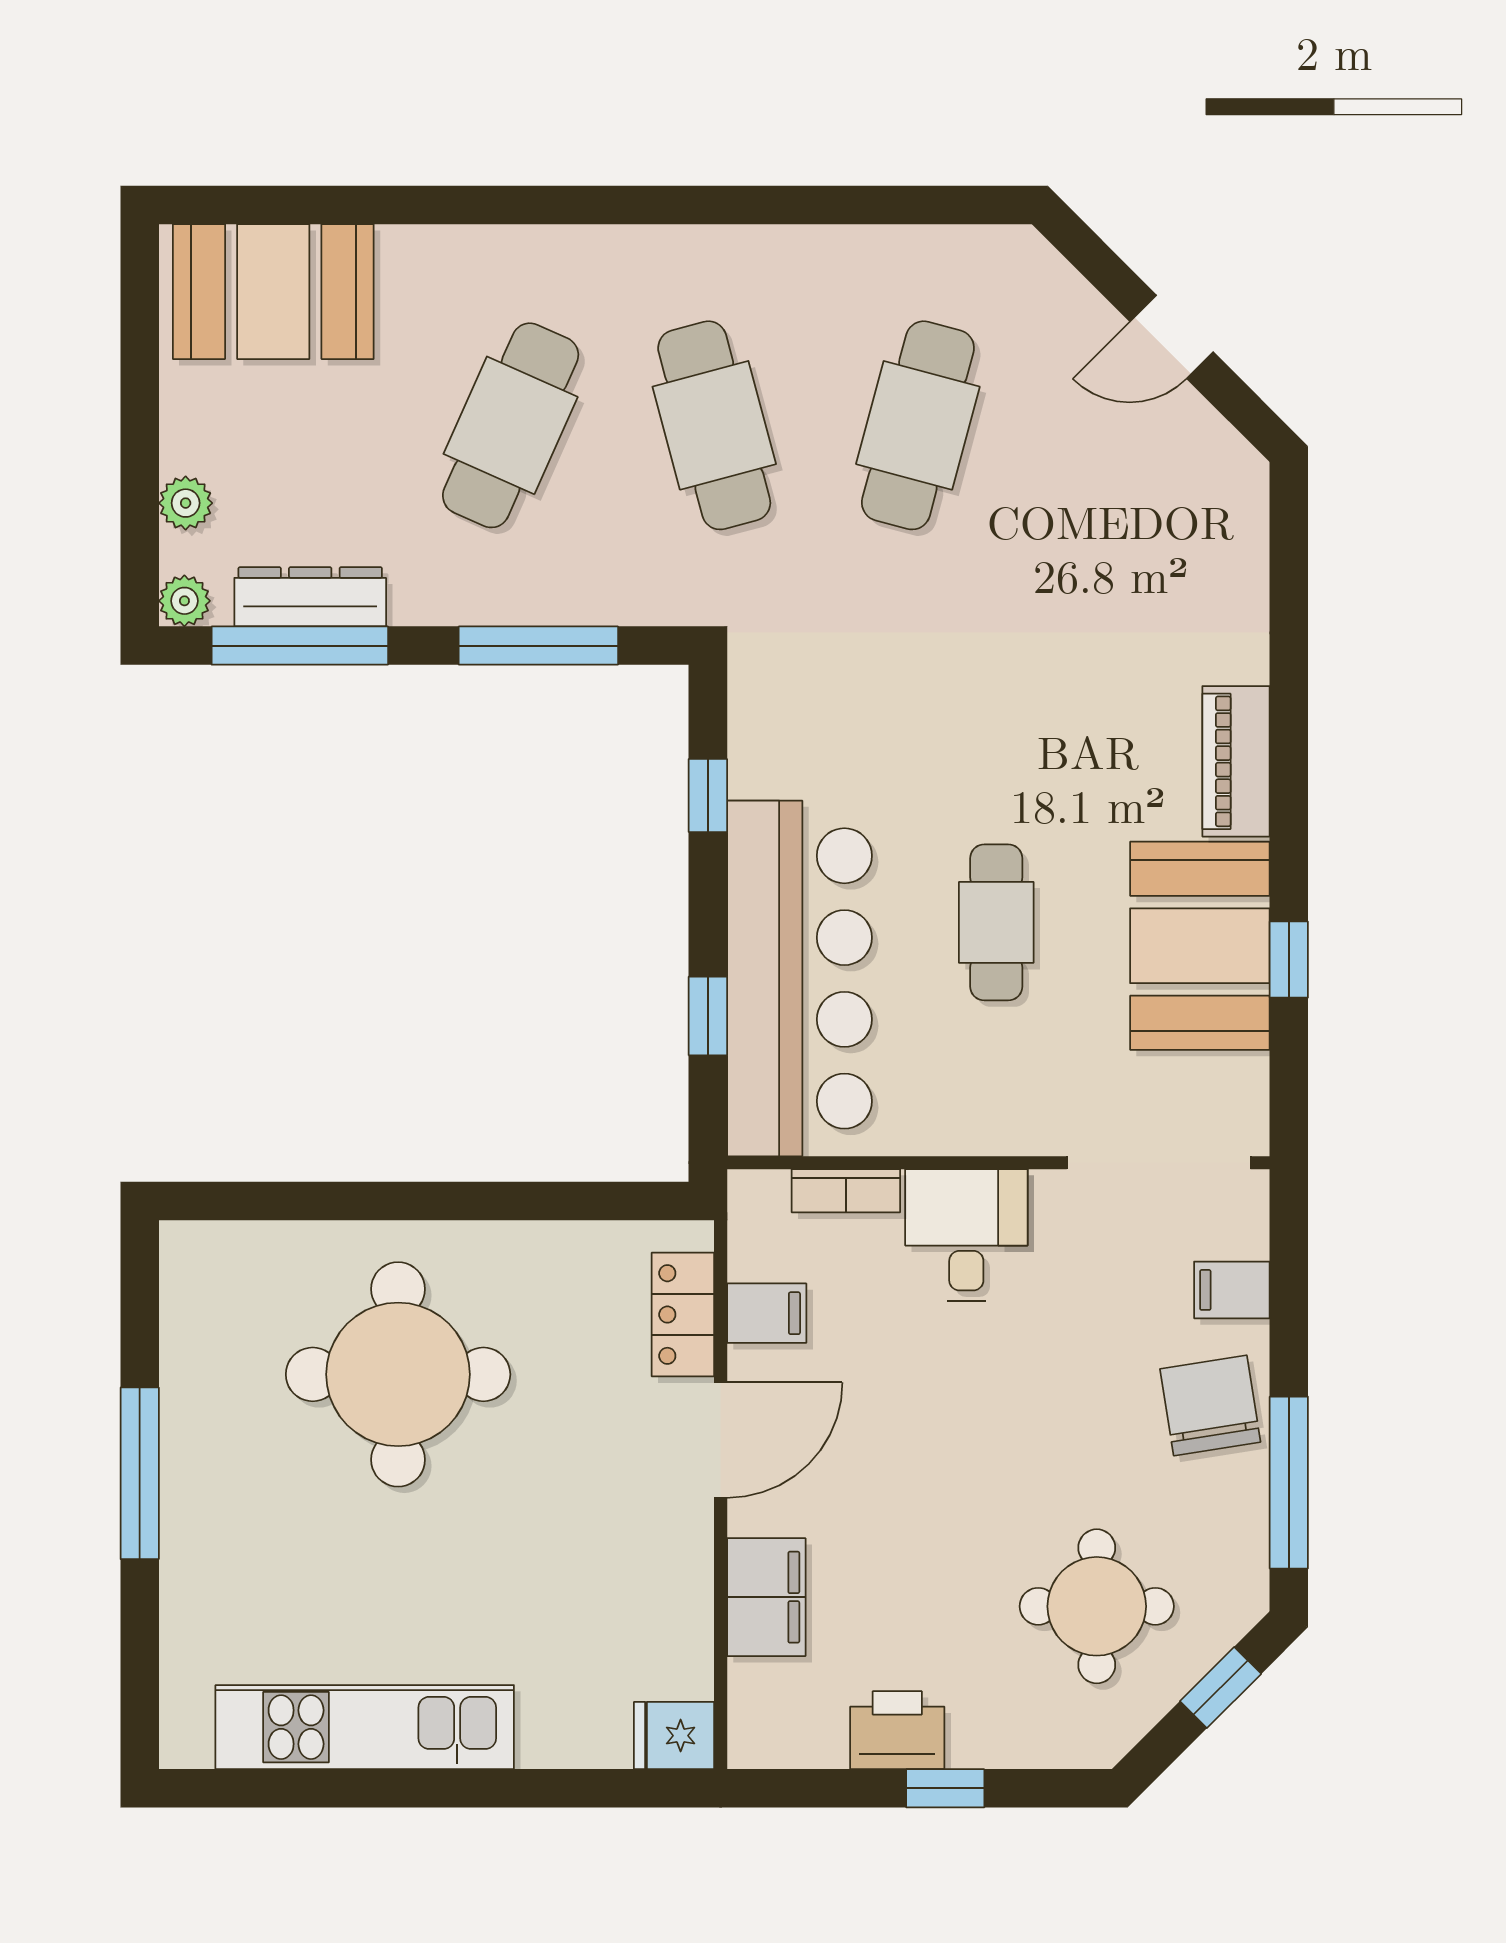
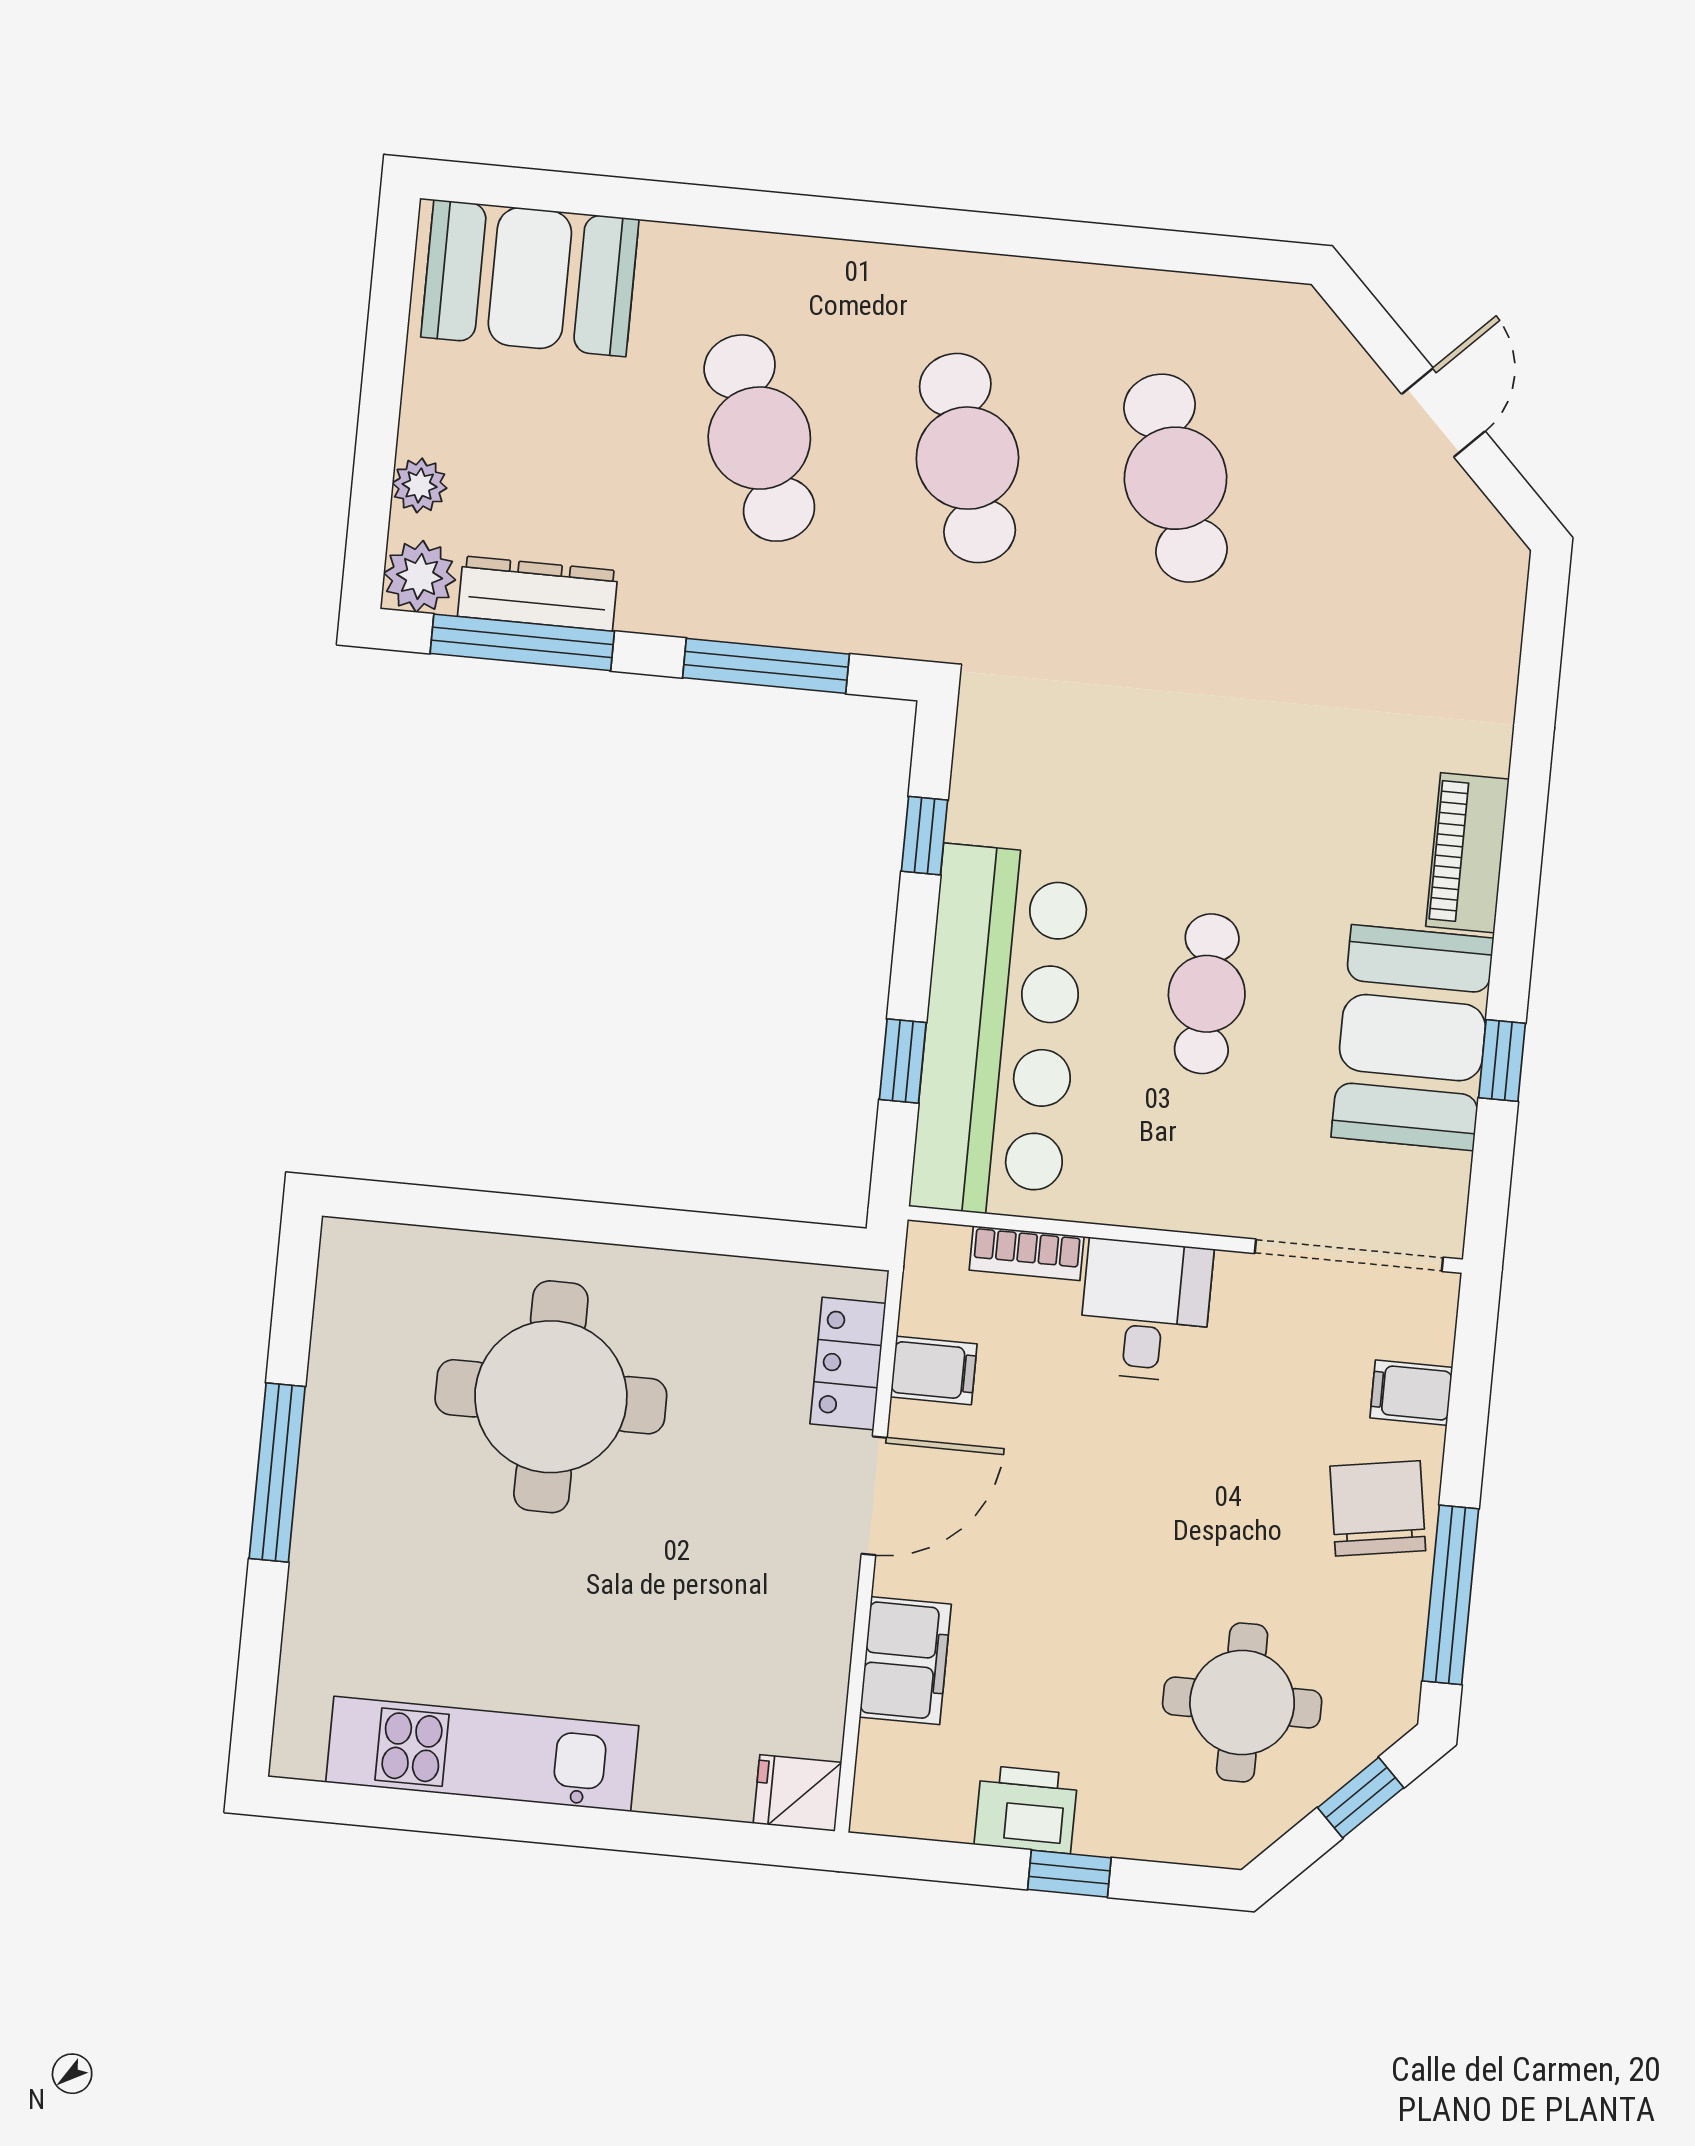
door: (1172, 337) -> (1443, 413), swing flipped
cafe table: (511, 425) -> (759, 438), turned -45
cafe table: (918, 425) -> (1176, 478), turned -33
plant: (184, 601) -> (420, 576), width x1.38, depth x1.38

